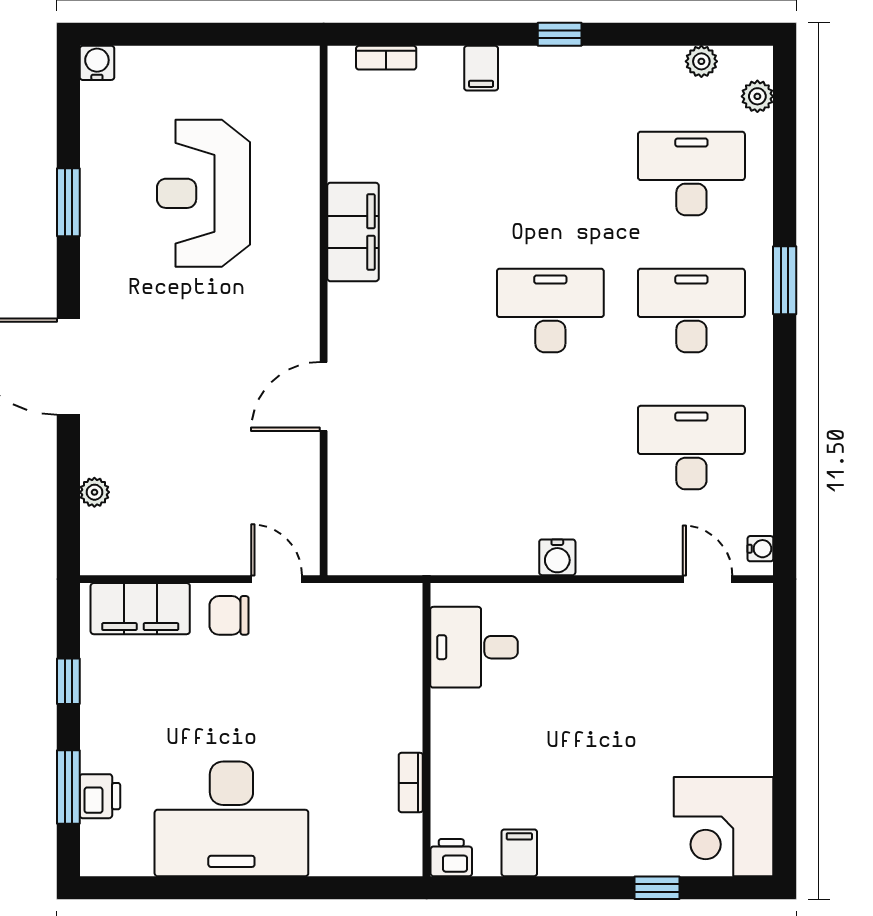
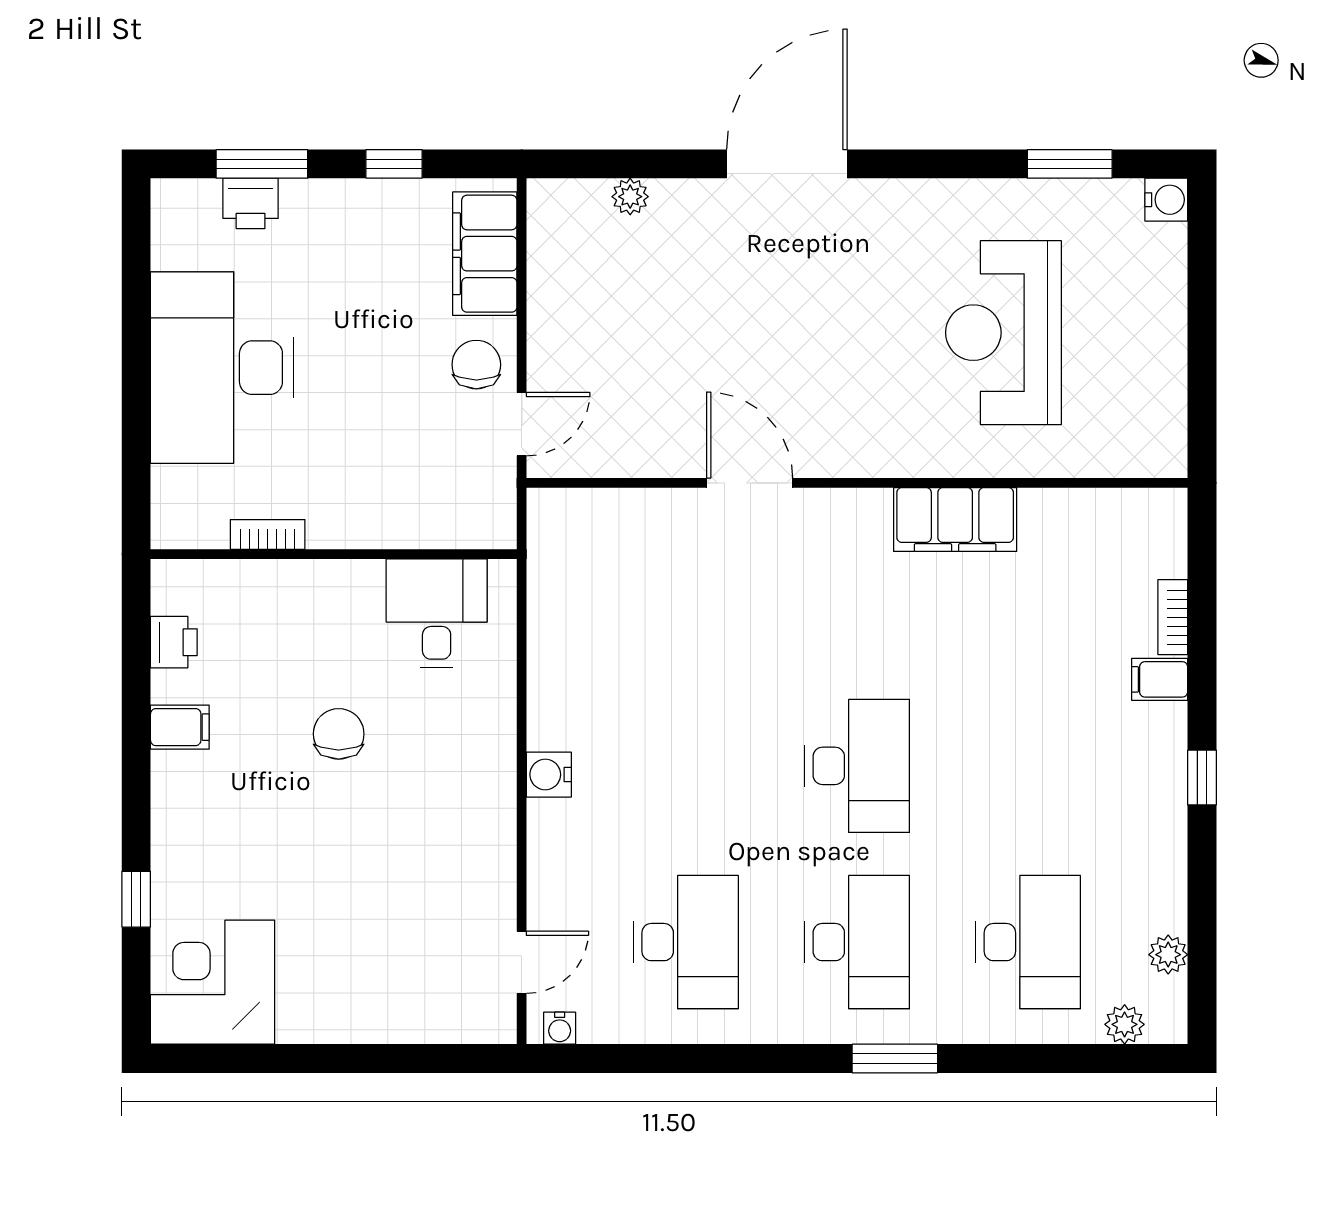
bookcase: (386, 58) -> (1173, 617), moved
reception desk: (203, 193) -> (1003, 333), turned -90
window: (68, 202) -> (1070, 164), moved
desk: (474, 647) -> (437, 613), moved
chair: (525, 726) -> (339, 734), added
wall: (427, 730) -> (334, 554), moved
bookcase: (411, 783) -> (268, 534), moved

